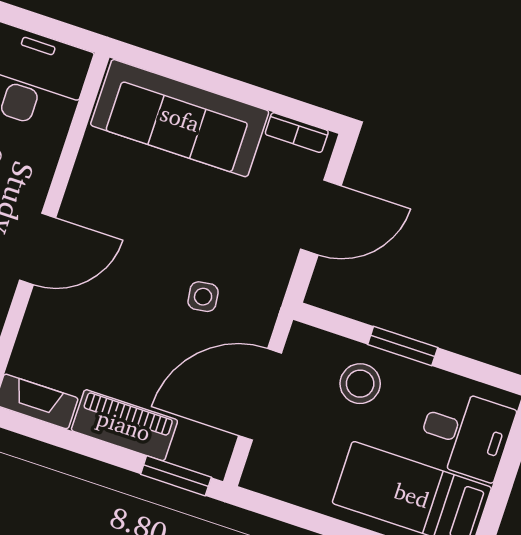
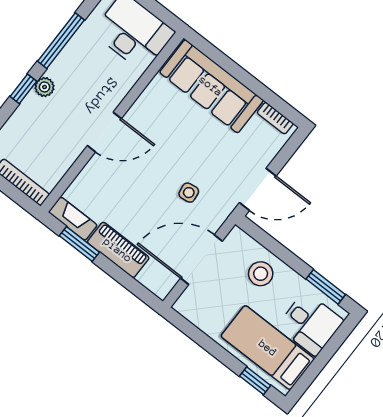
door: (321, 217) -> (258, 189), moved
window: (403, 346) -> (326, 287), moved
window: (176, 476) -> (79, 244), moved

